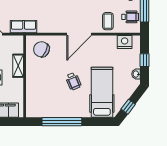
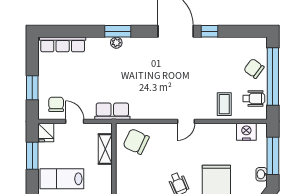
door: (79, 34) -> (186, 121), width x0.53
window: (145, 60) -> (273, 156), width x2.17
shelving: (18, 66) -> (105, 149), moved

